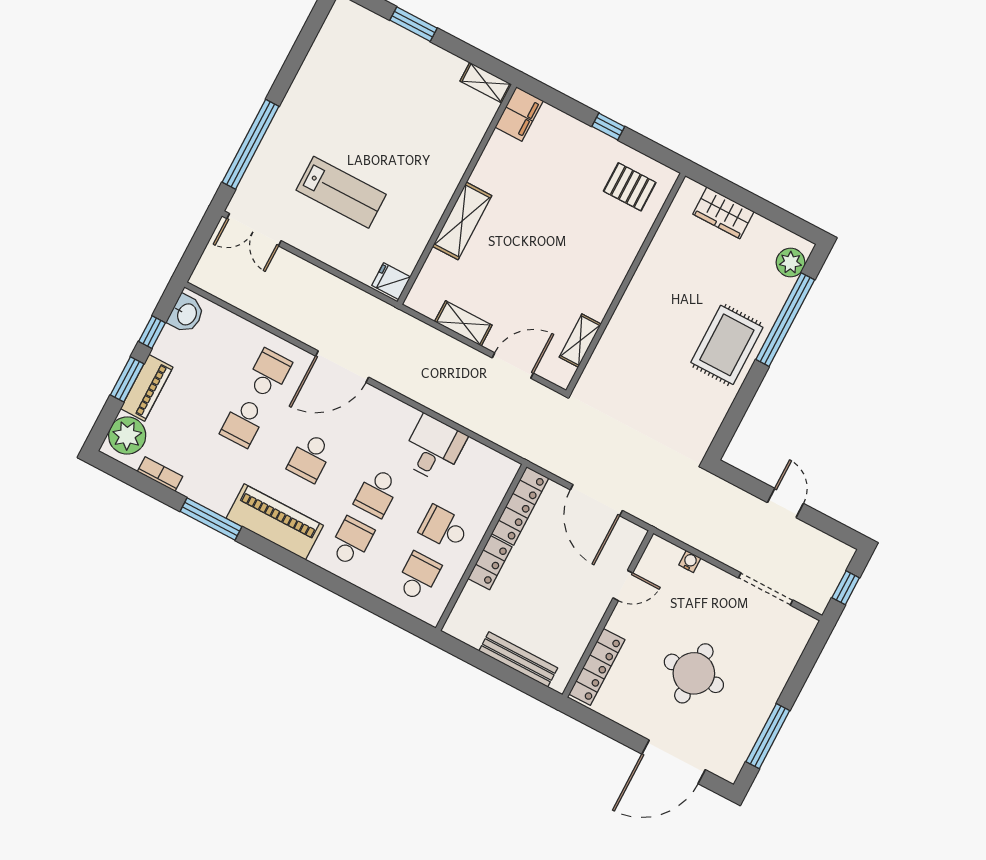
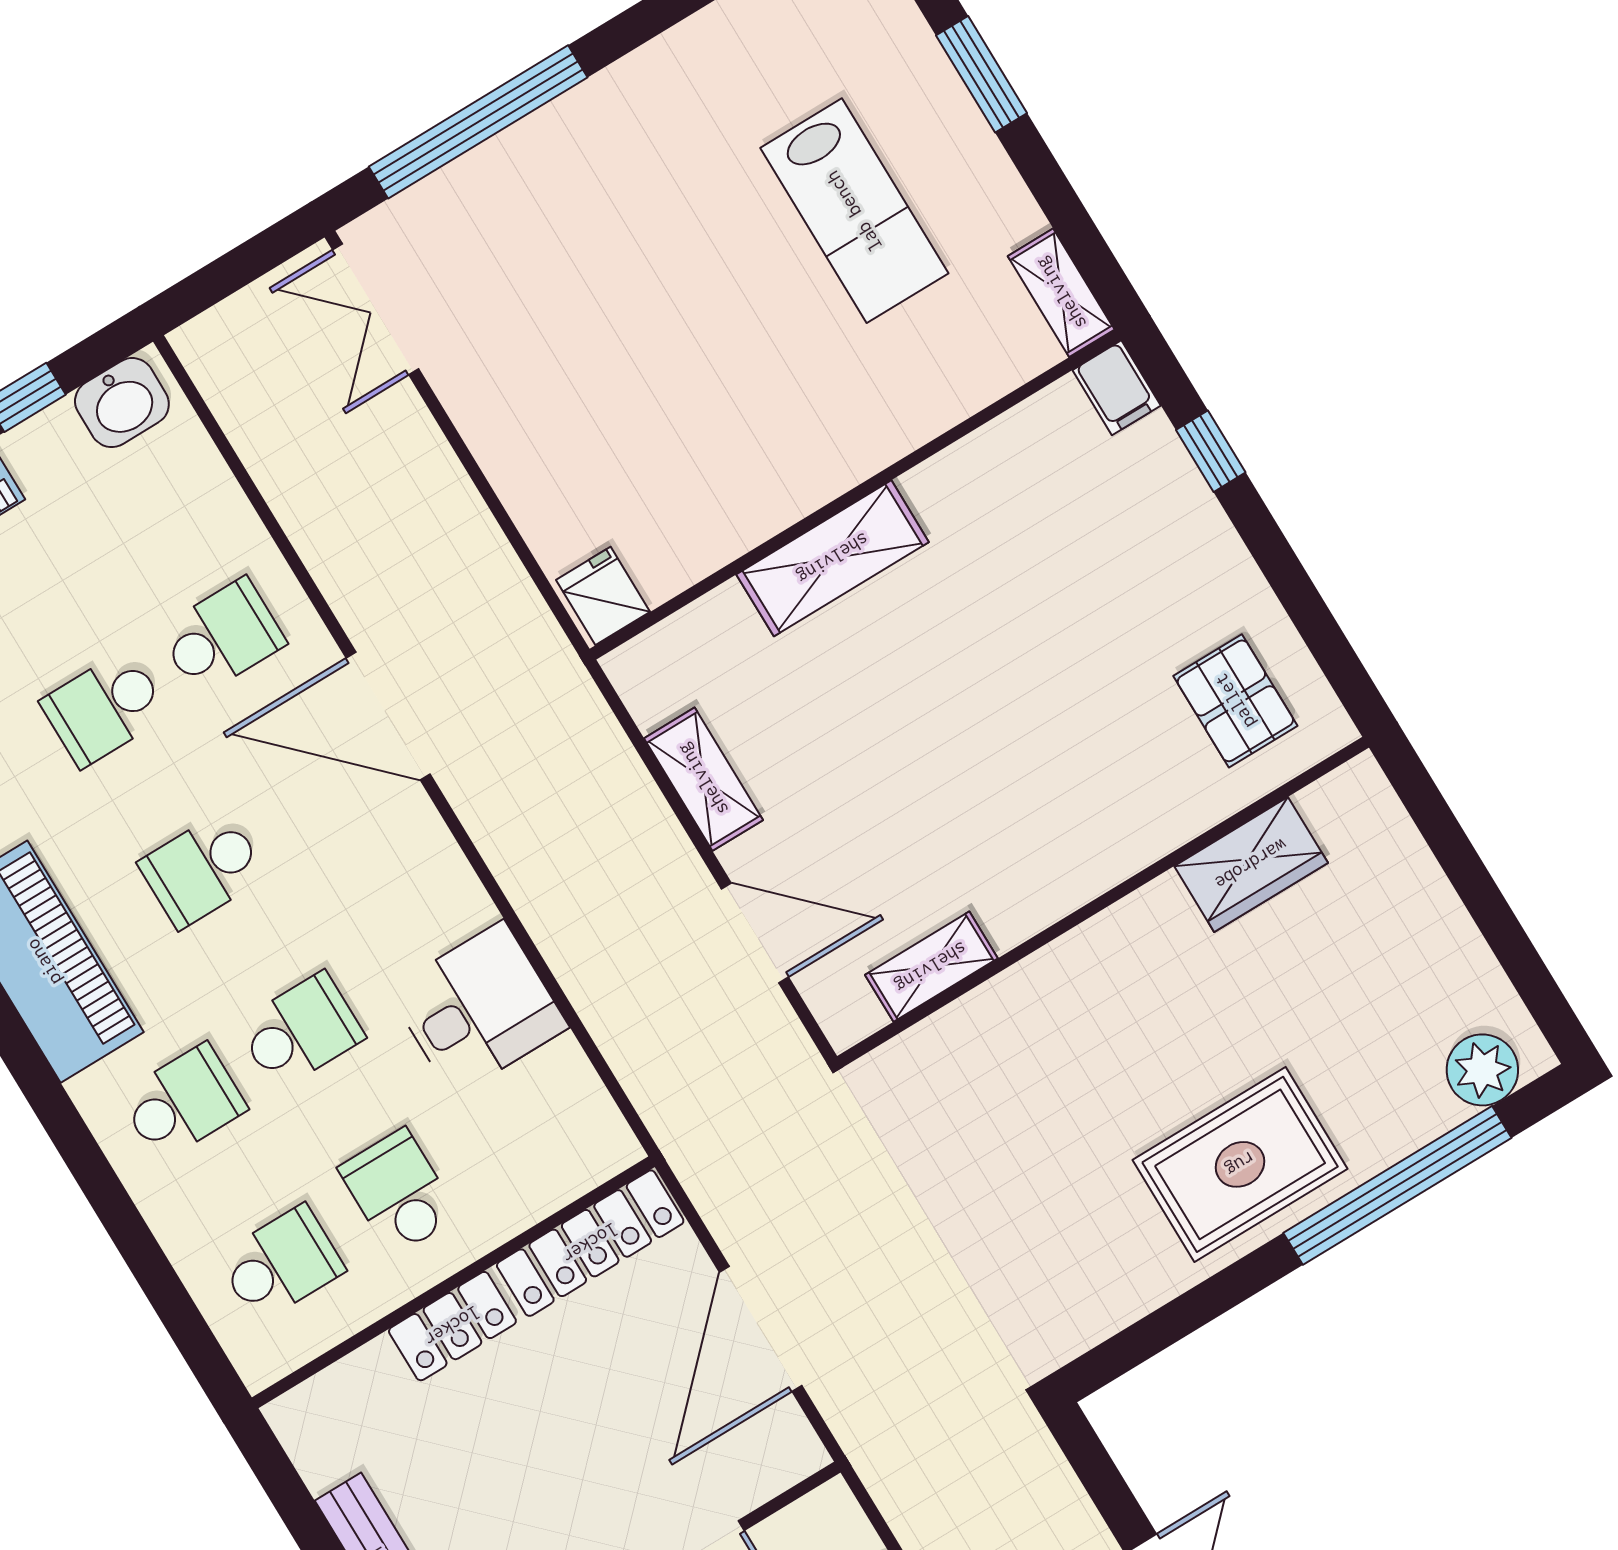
filing cabinet: (519, 114) -> (1117, 388), width x0.50
window: (608, 126) -> (1211, 451), moved
lab bench: (341, 192) -> (854, 211), moved
wardrobe: (723, 213) -> (1251, 864), moved, turned -90
school desk: (377, 493) -> (301, 1031), turned 180

